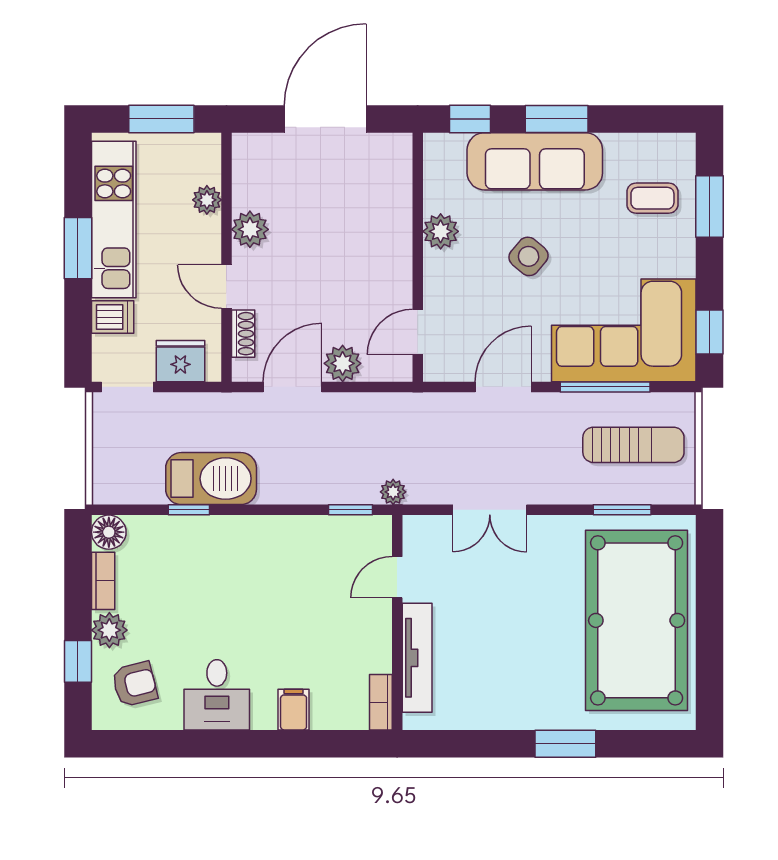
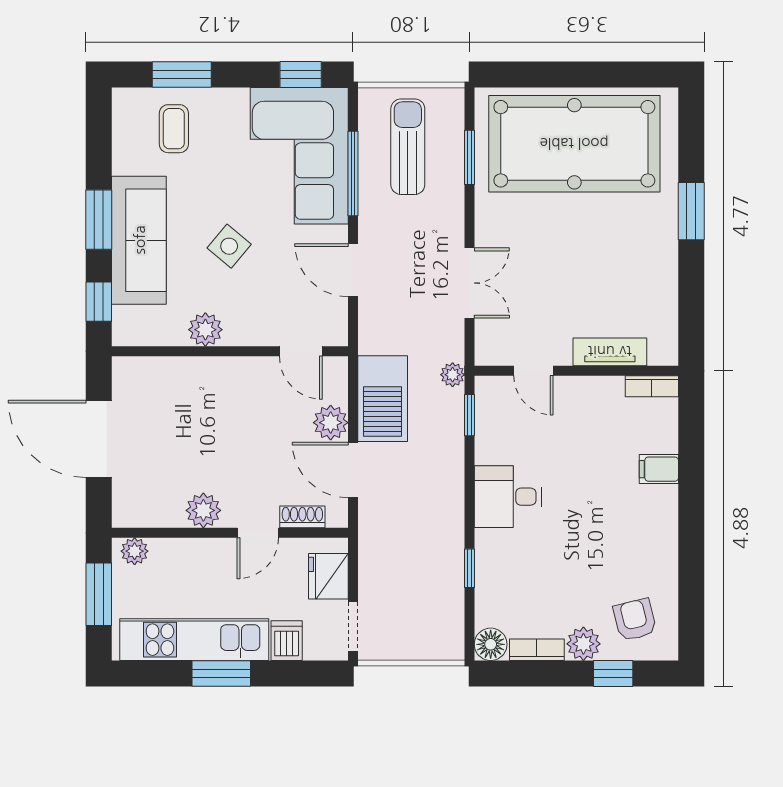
plant: (207, 200) -> (135, 551), moved
barbecue: (211, 479) -> (383, 399), moved, turned 180
tv unit: (417, 658) -> (610, 352), width x0.71
desk: (217, 695) -> (508, 497), moved, turned 180

